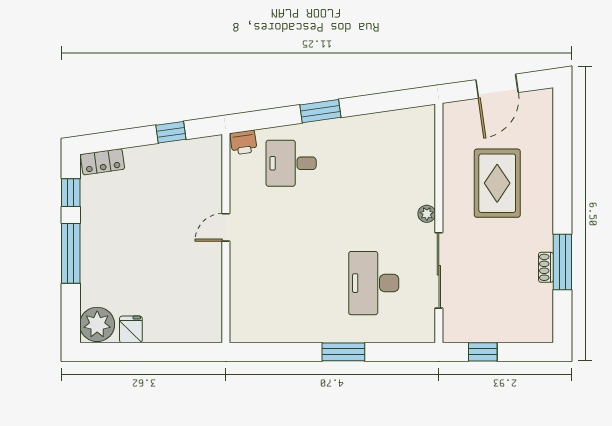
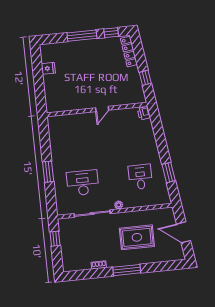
window: (320, 111) -> (169, 173), moved
locker: (102, 162) -> (129, 52), width x1.53
desk: (291, 163) -> (140, 177), moved
door: (226, 227) -> (102, 109), swing flipped
window: (562, 262) -> (127, 270), moved
plant: (97, 324) -> (49, 52), removed

